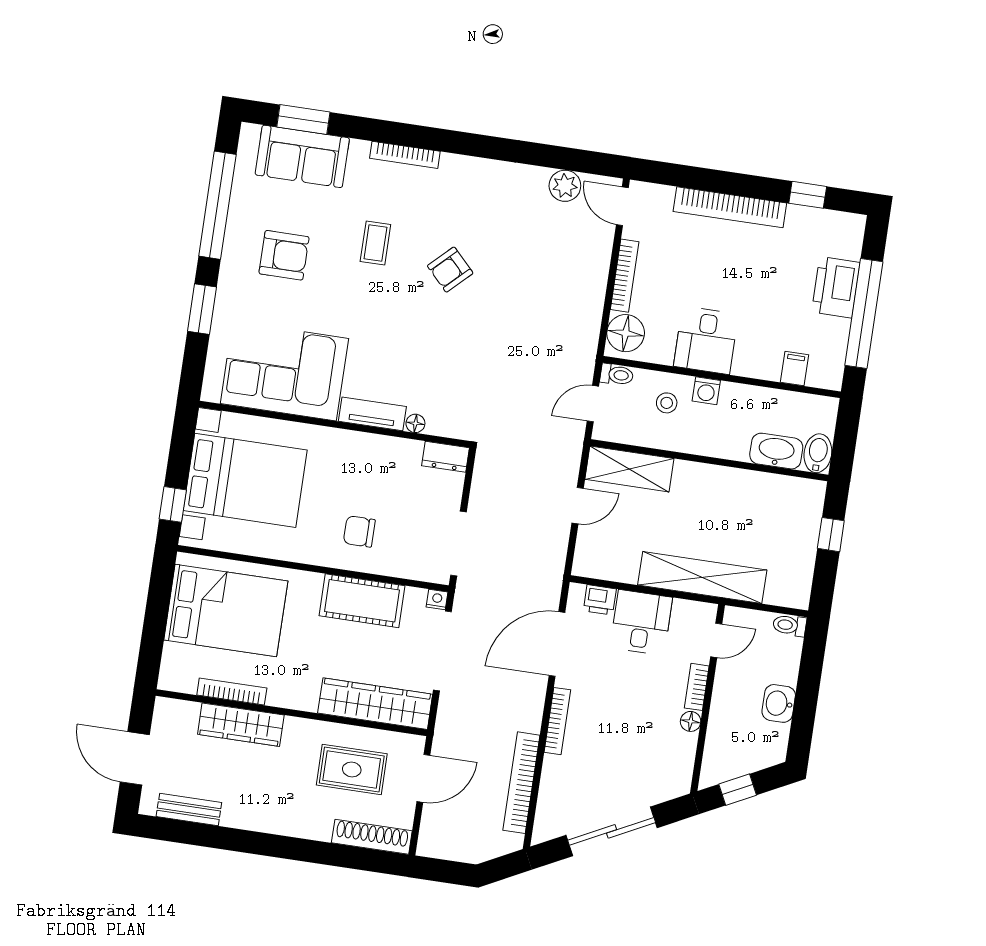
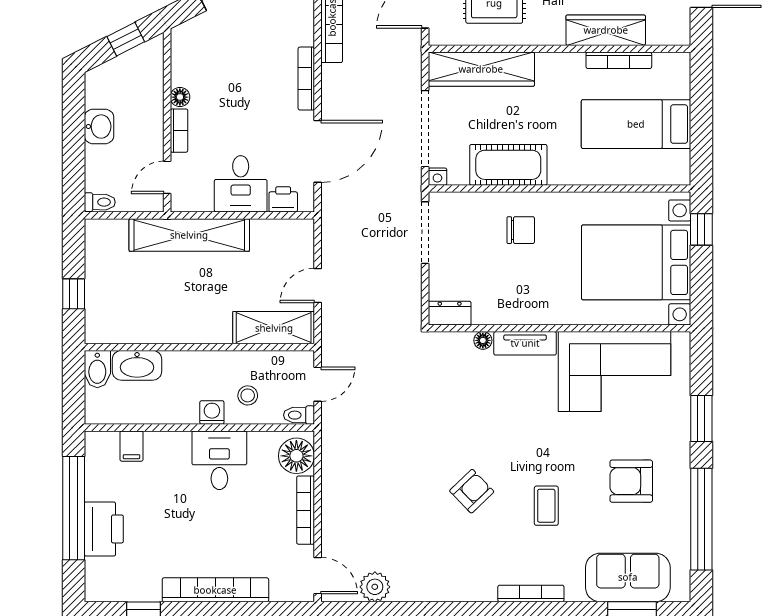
bed: (226, 610) -> (636, 124), width x0.67

